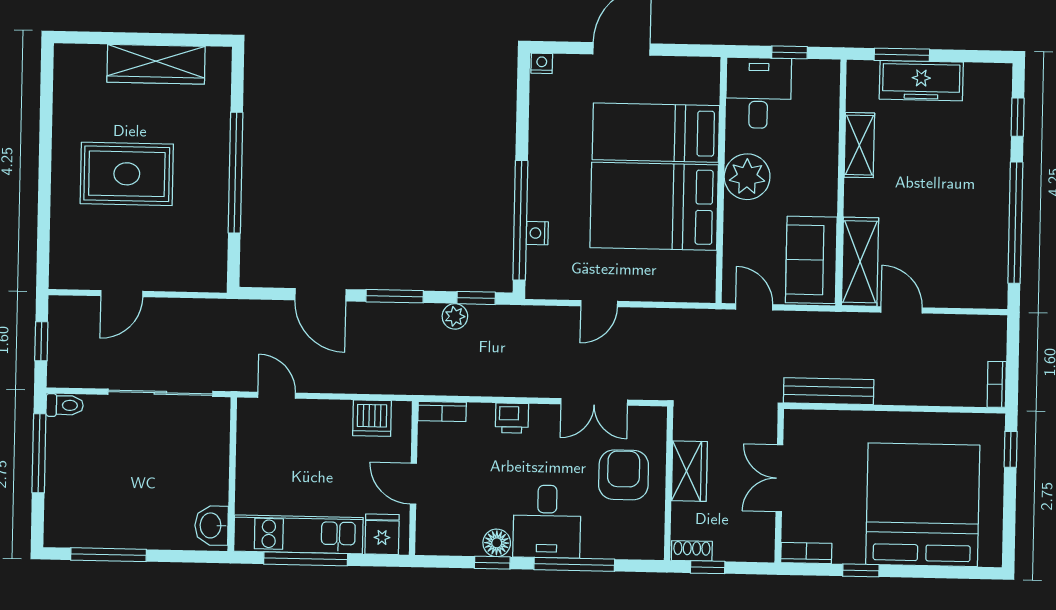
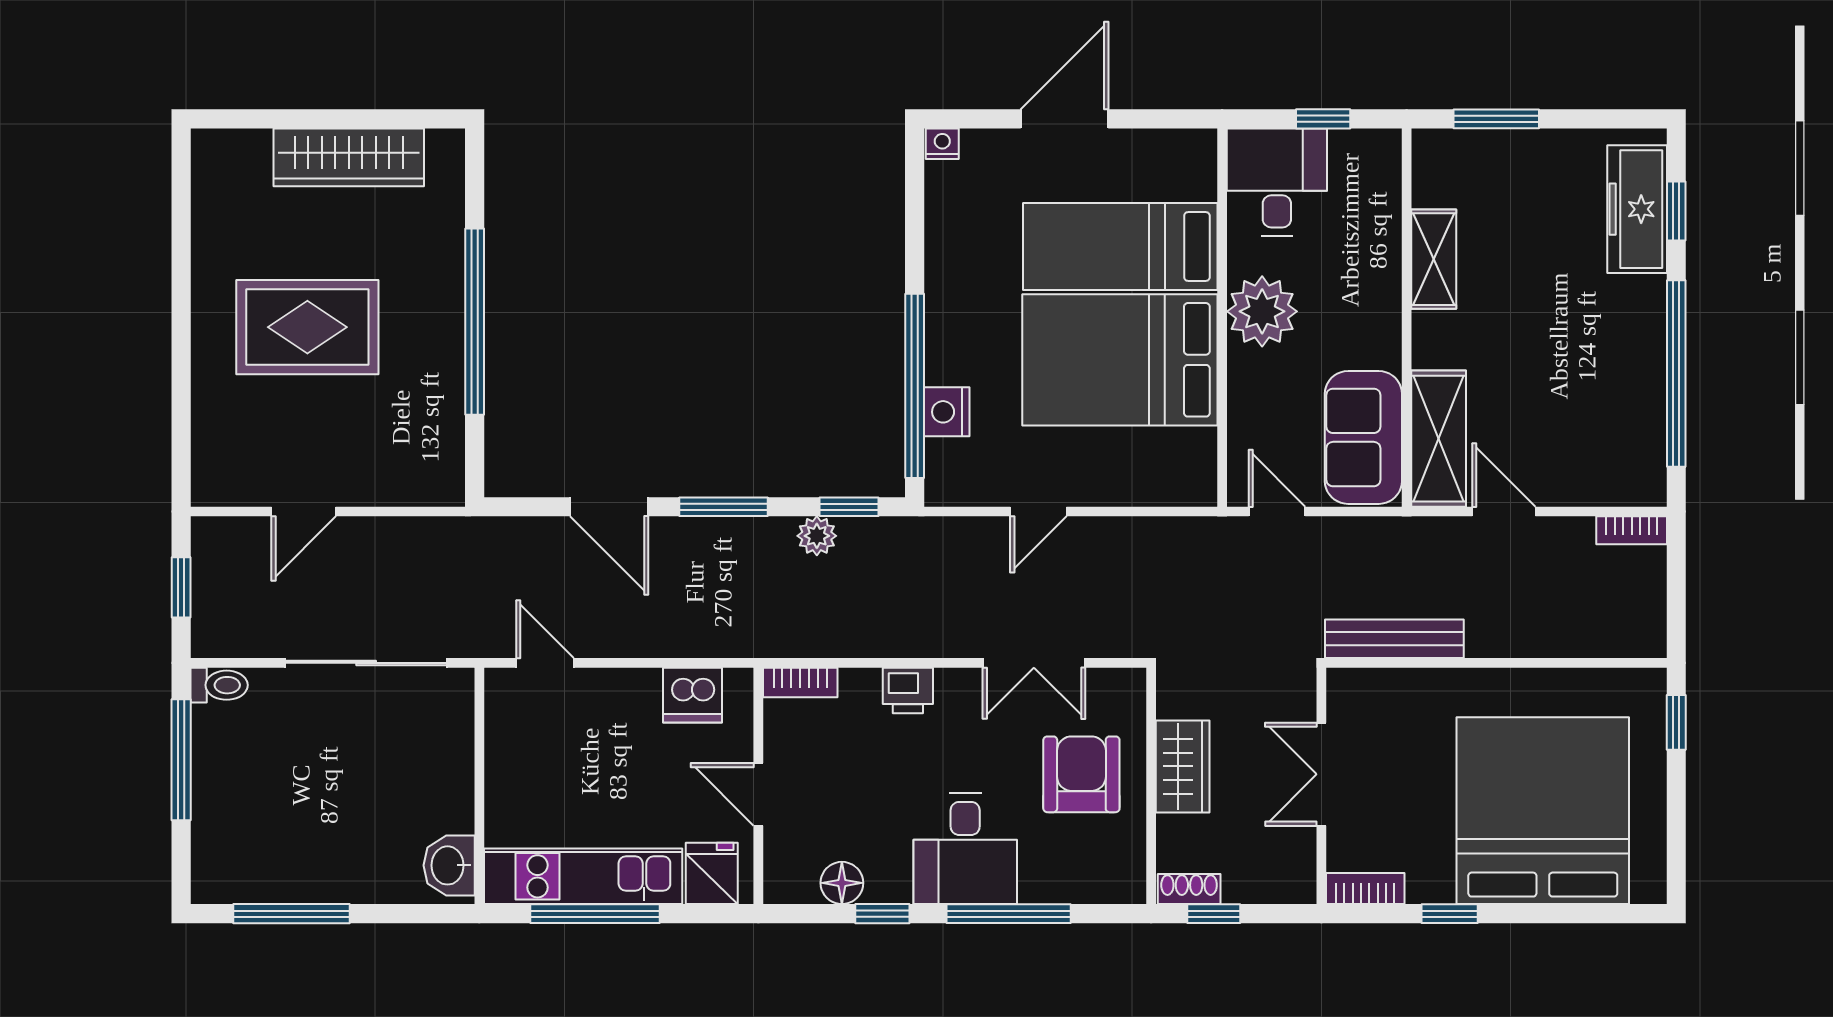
freezer: (921, 81) -> (1637, 209), moved, turned 90
nightstand: (537, 233) -> (947, 412), width x1.39, depth x1.35
bookcase: (997, 384) -> (1632, 530), moved, turned -90
floor lamp: (497, 543) -> (842, 883), moved

